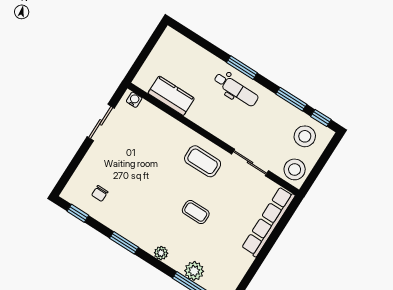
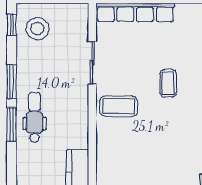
window: (291, 99) -> (12, 82), moved
coffee table: (203, 161) -> (119, 106), turned 90
stool: (295, 169) -> (73, 19), removed

